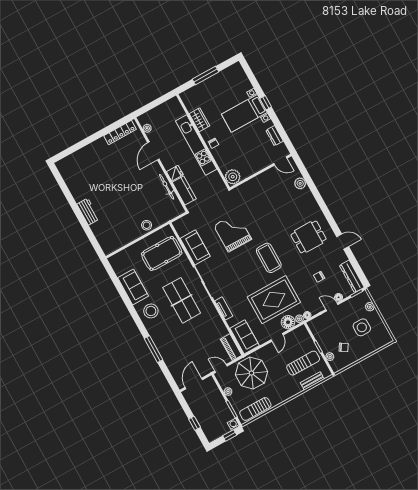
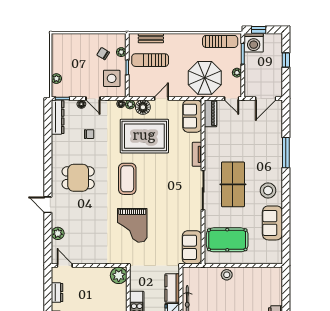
grand piano: (233, 232) -> (132, 225), moved
door: (343, 242) -> (48, 205), moved
sofa: (195, 247) -> (192, 247), moved
side table: (362, 327) -> (112, 78), moved
washing machine: (233, 424) -> (254, 43), width x1.89, depth x1.89

